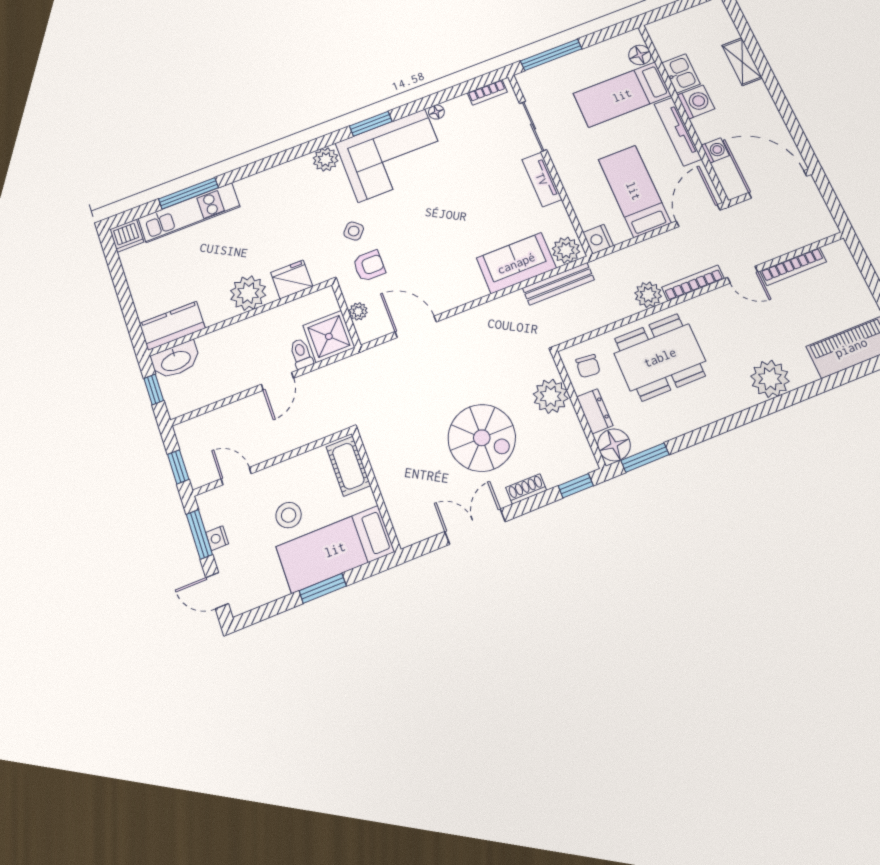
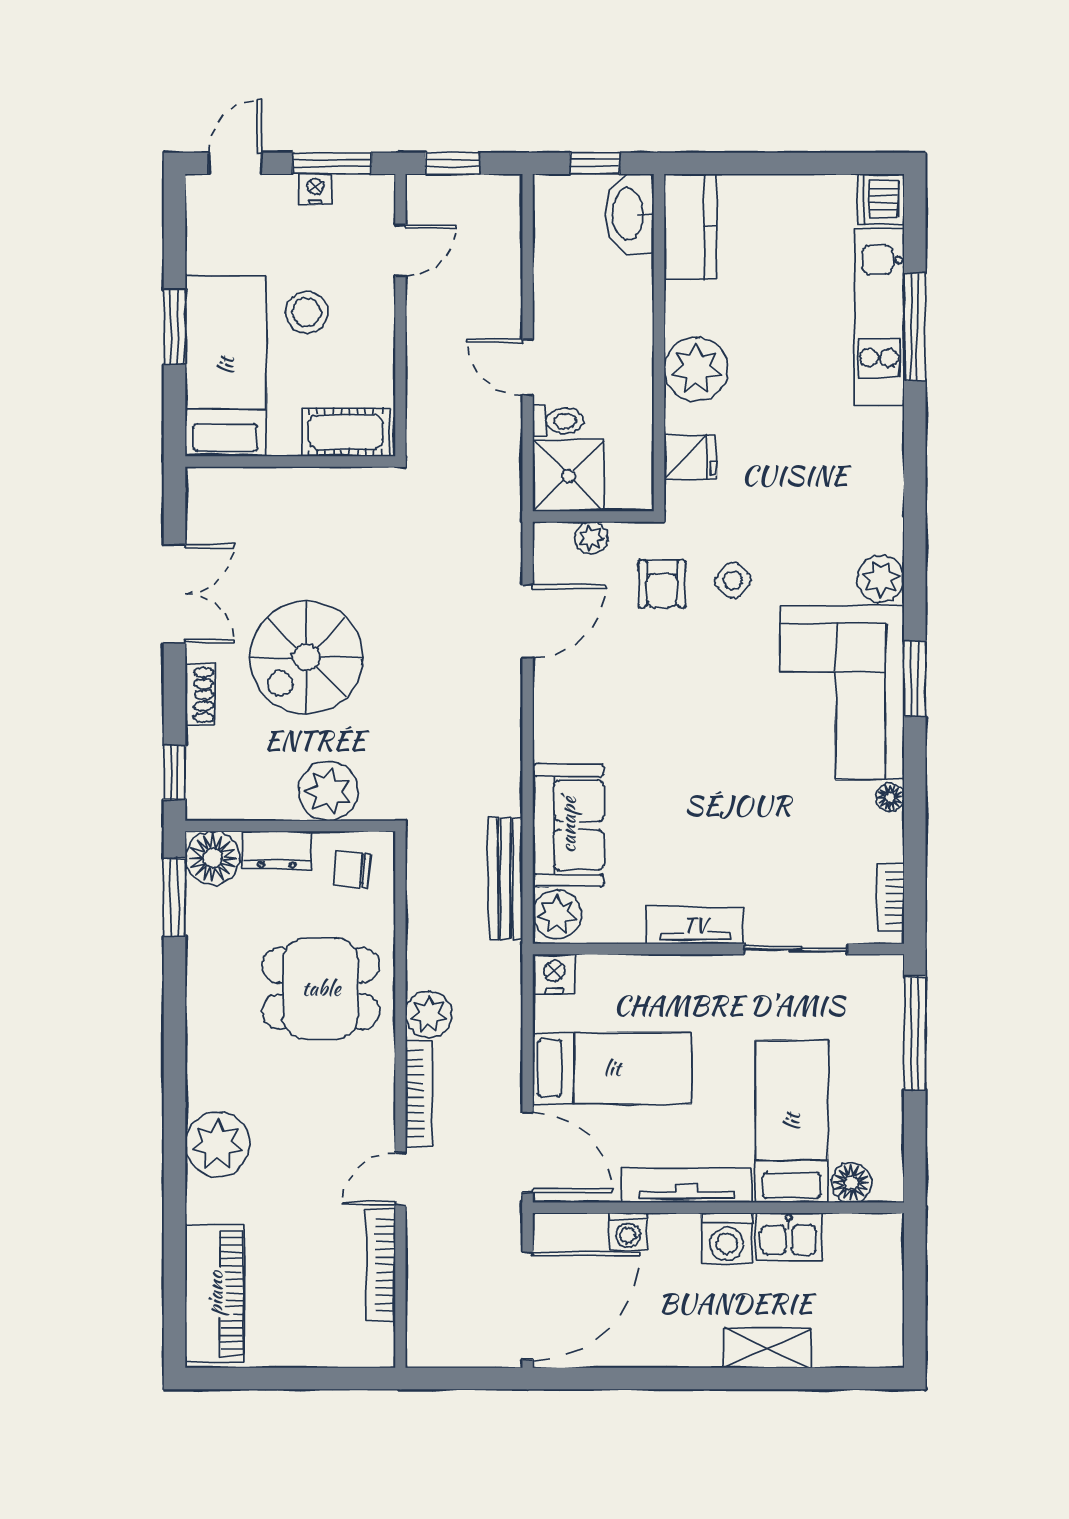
fridge: (292, 279) -> (690, 457), width x0.72
dining table: (660, 357) -> (321, 988), width x0.73

